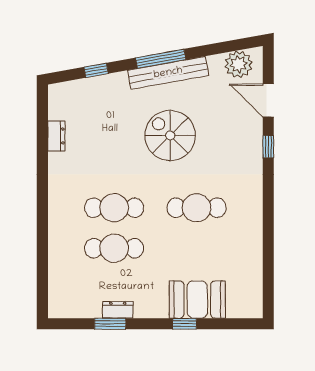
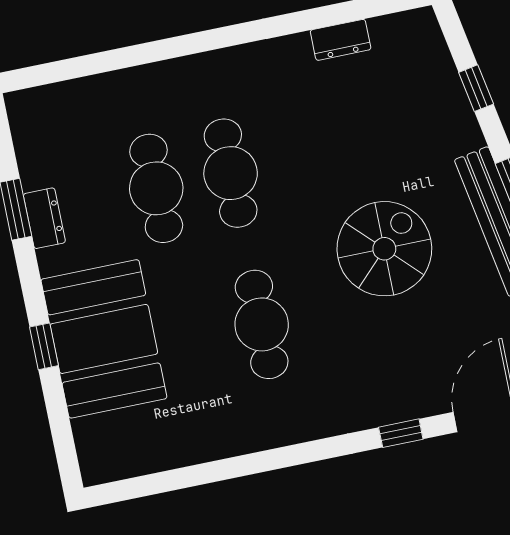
booth: (197, 300) -> (104, 339), width x1.36, depth x1.42

